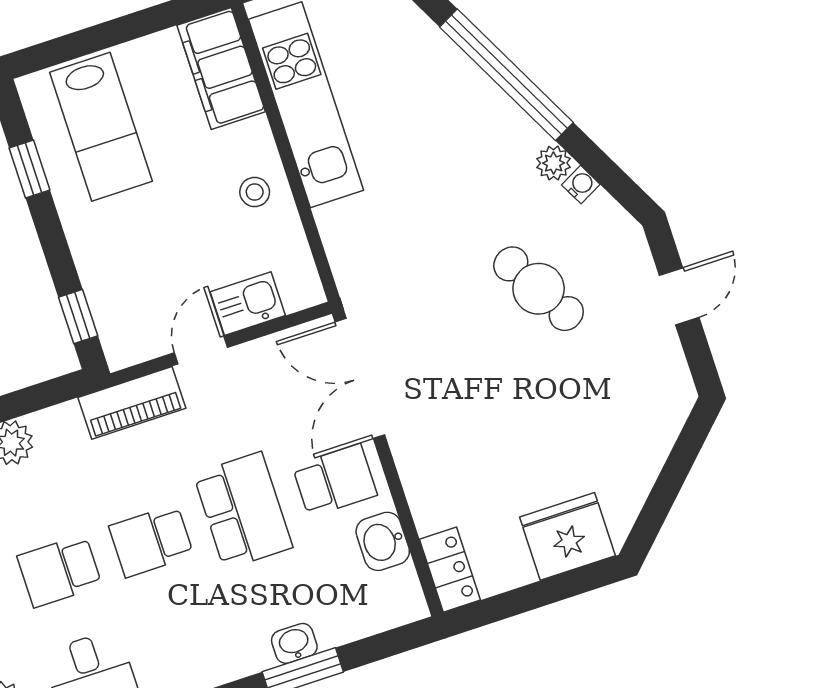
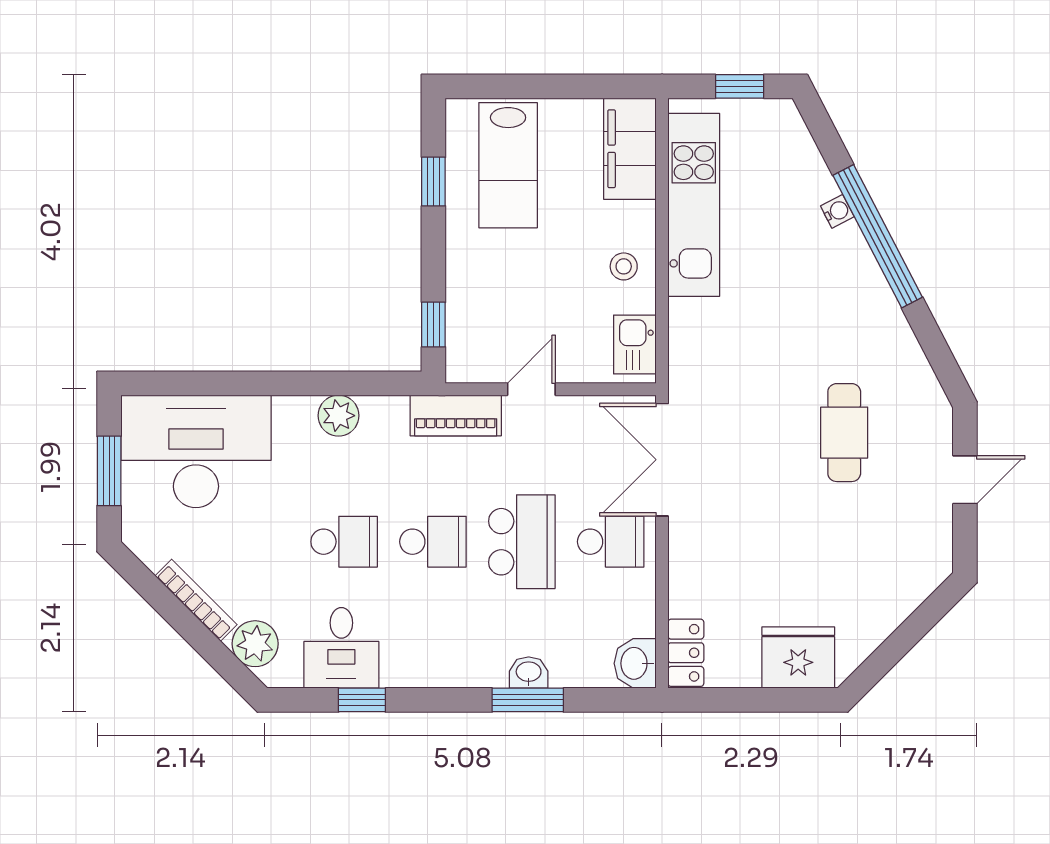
plant: (554, 163) -> (893, 327), removed
water cooler: (581, 185) -> (837, 211), moved
cafe table: (539, 289) -> (844, 433), turned 30
kitchen sink: (248, 304) -> (635, 344), moved, turned -90
school desk: (151, 541) -> (433, 542), turned 180
washbasin: (383, 541) -> (635, 663), moved
school desk: (60, 571) -> (344, 542), turned 180

